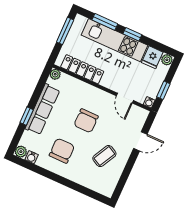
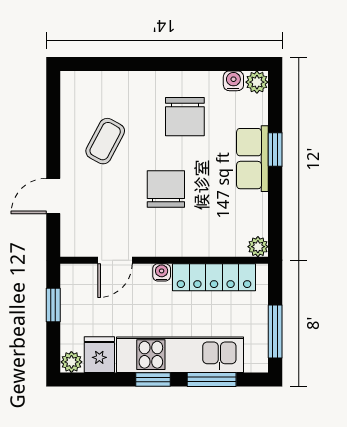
door: (125, 98) -> (115, 260), swing flipped
water cooler: (149, 102) -> (162, 272), moved
row of seats: (42, 109) -> (252, 159), width x0.68

